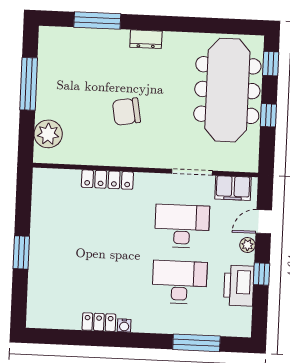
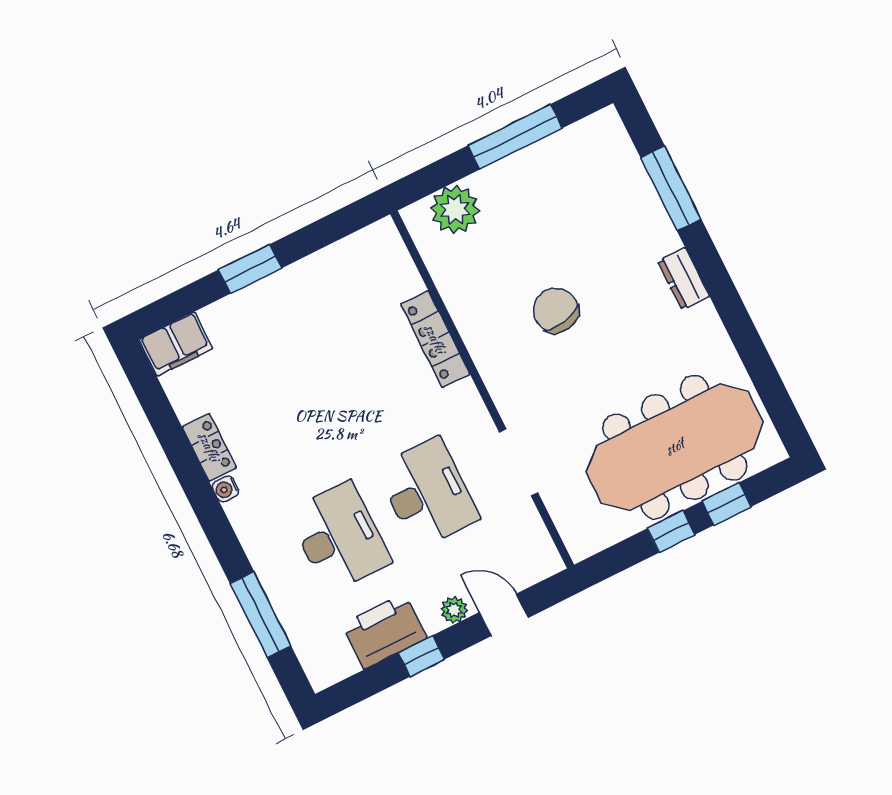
window: (271, 64) -> (727, 504), moved
filing cabinet: (233, 188) -> (176, 344), moved, turned -90

